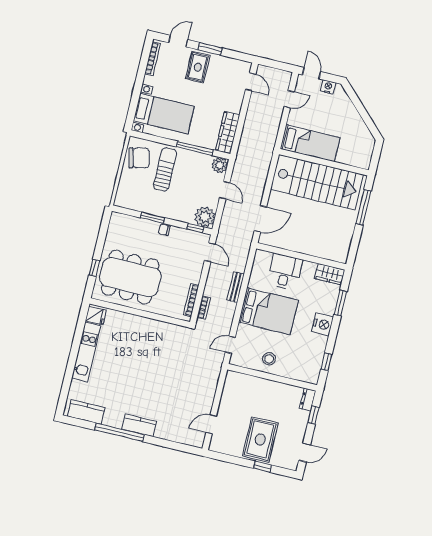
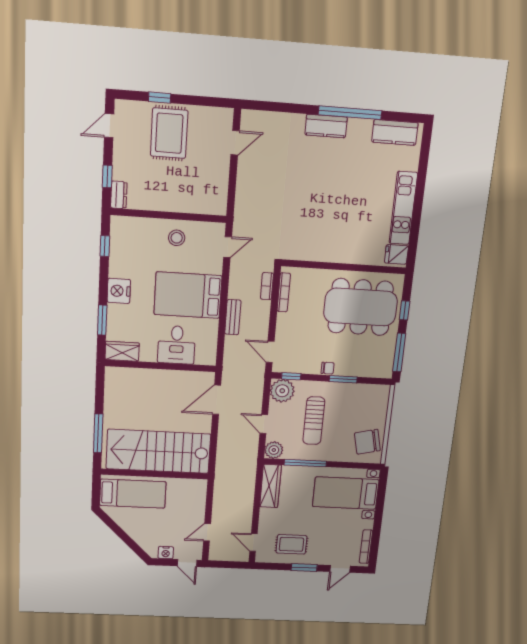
rug: (198, 67) -> (291, 544), moved, turned 90
bed: (310, 143) -> (133, 494), moved, turned 180
sun lounger: (165, 169) -> (314, 421), moved
window: (103, 233) -> (399, 352), added

